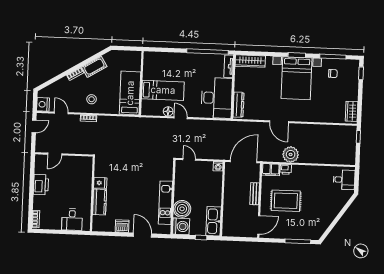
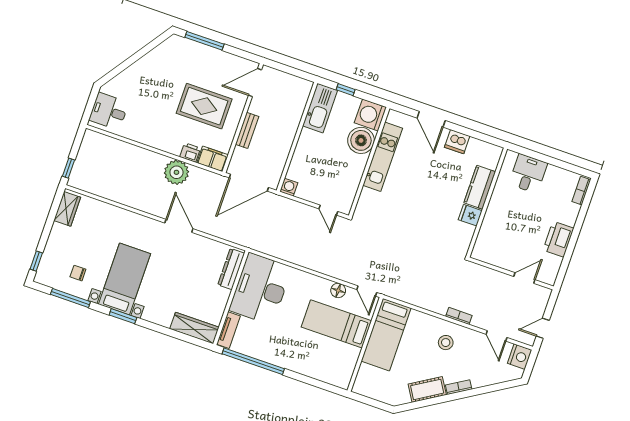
bed with nightstands: (296, 78) -> (124, 279), width x0.73
door: (181, 118) -> (367, 291), moved

